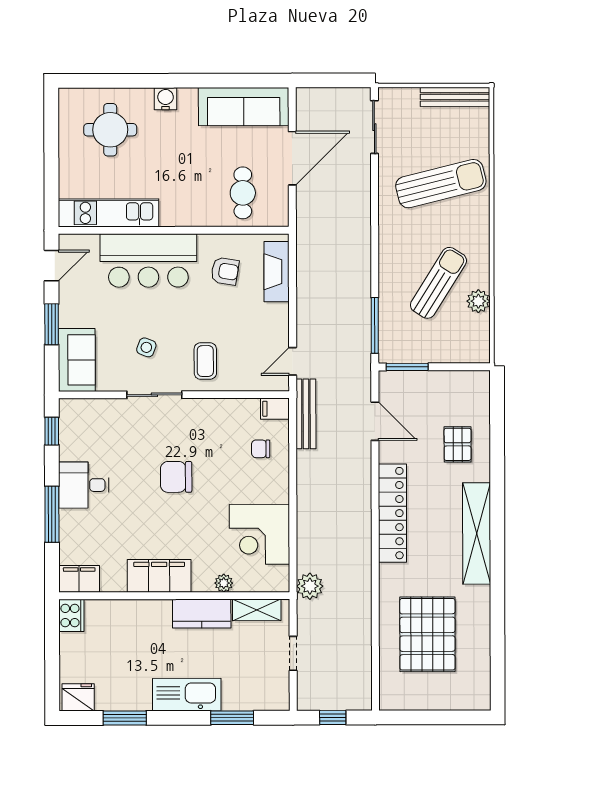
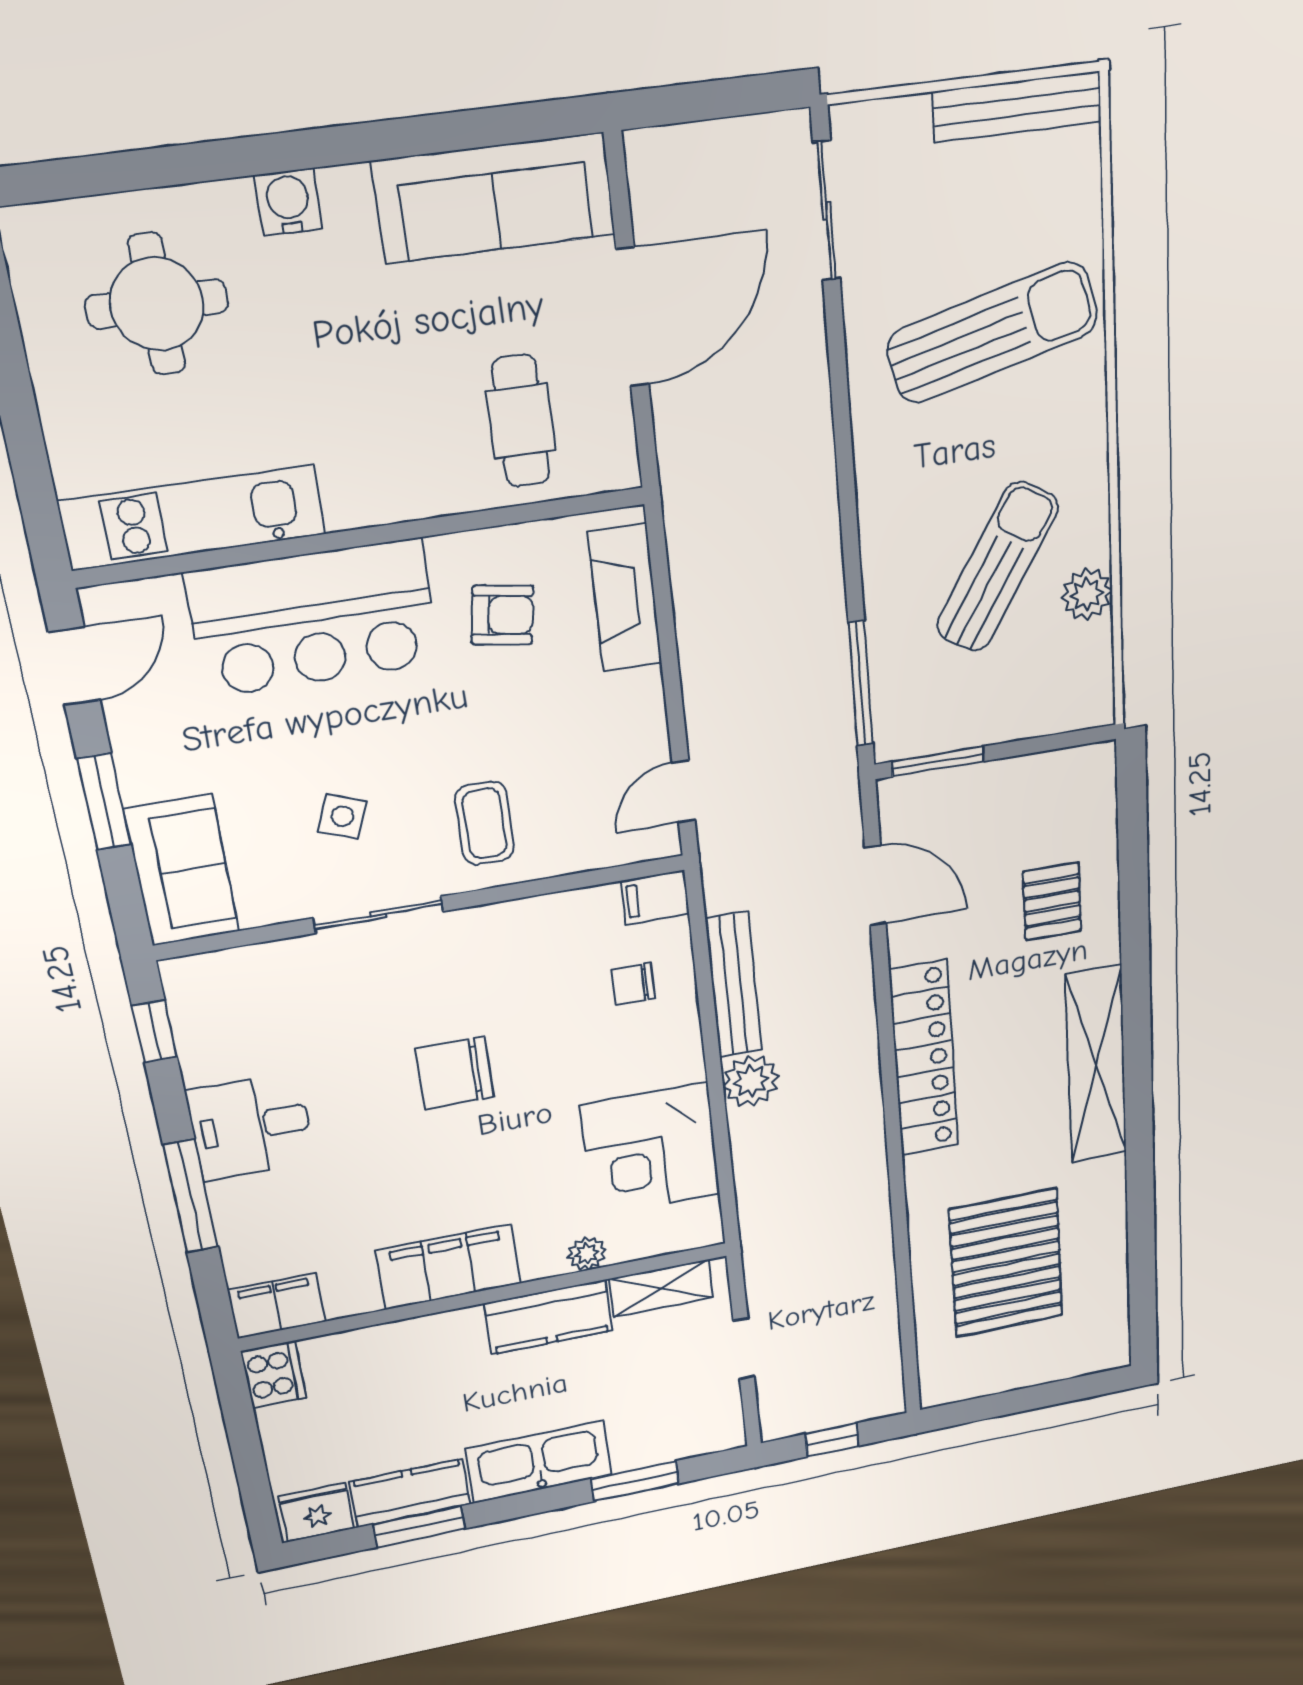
bench: (306, 414) -> (734, 985), moved
plant: (310, 586) -> (751, 1081), moved
kitchen counter: (123, 697) -> (410, 1493), added

